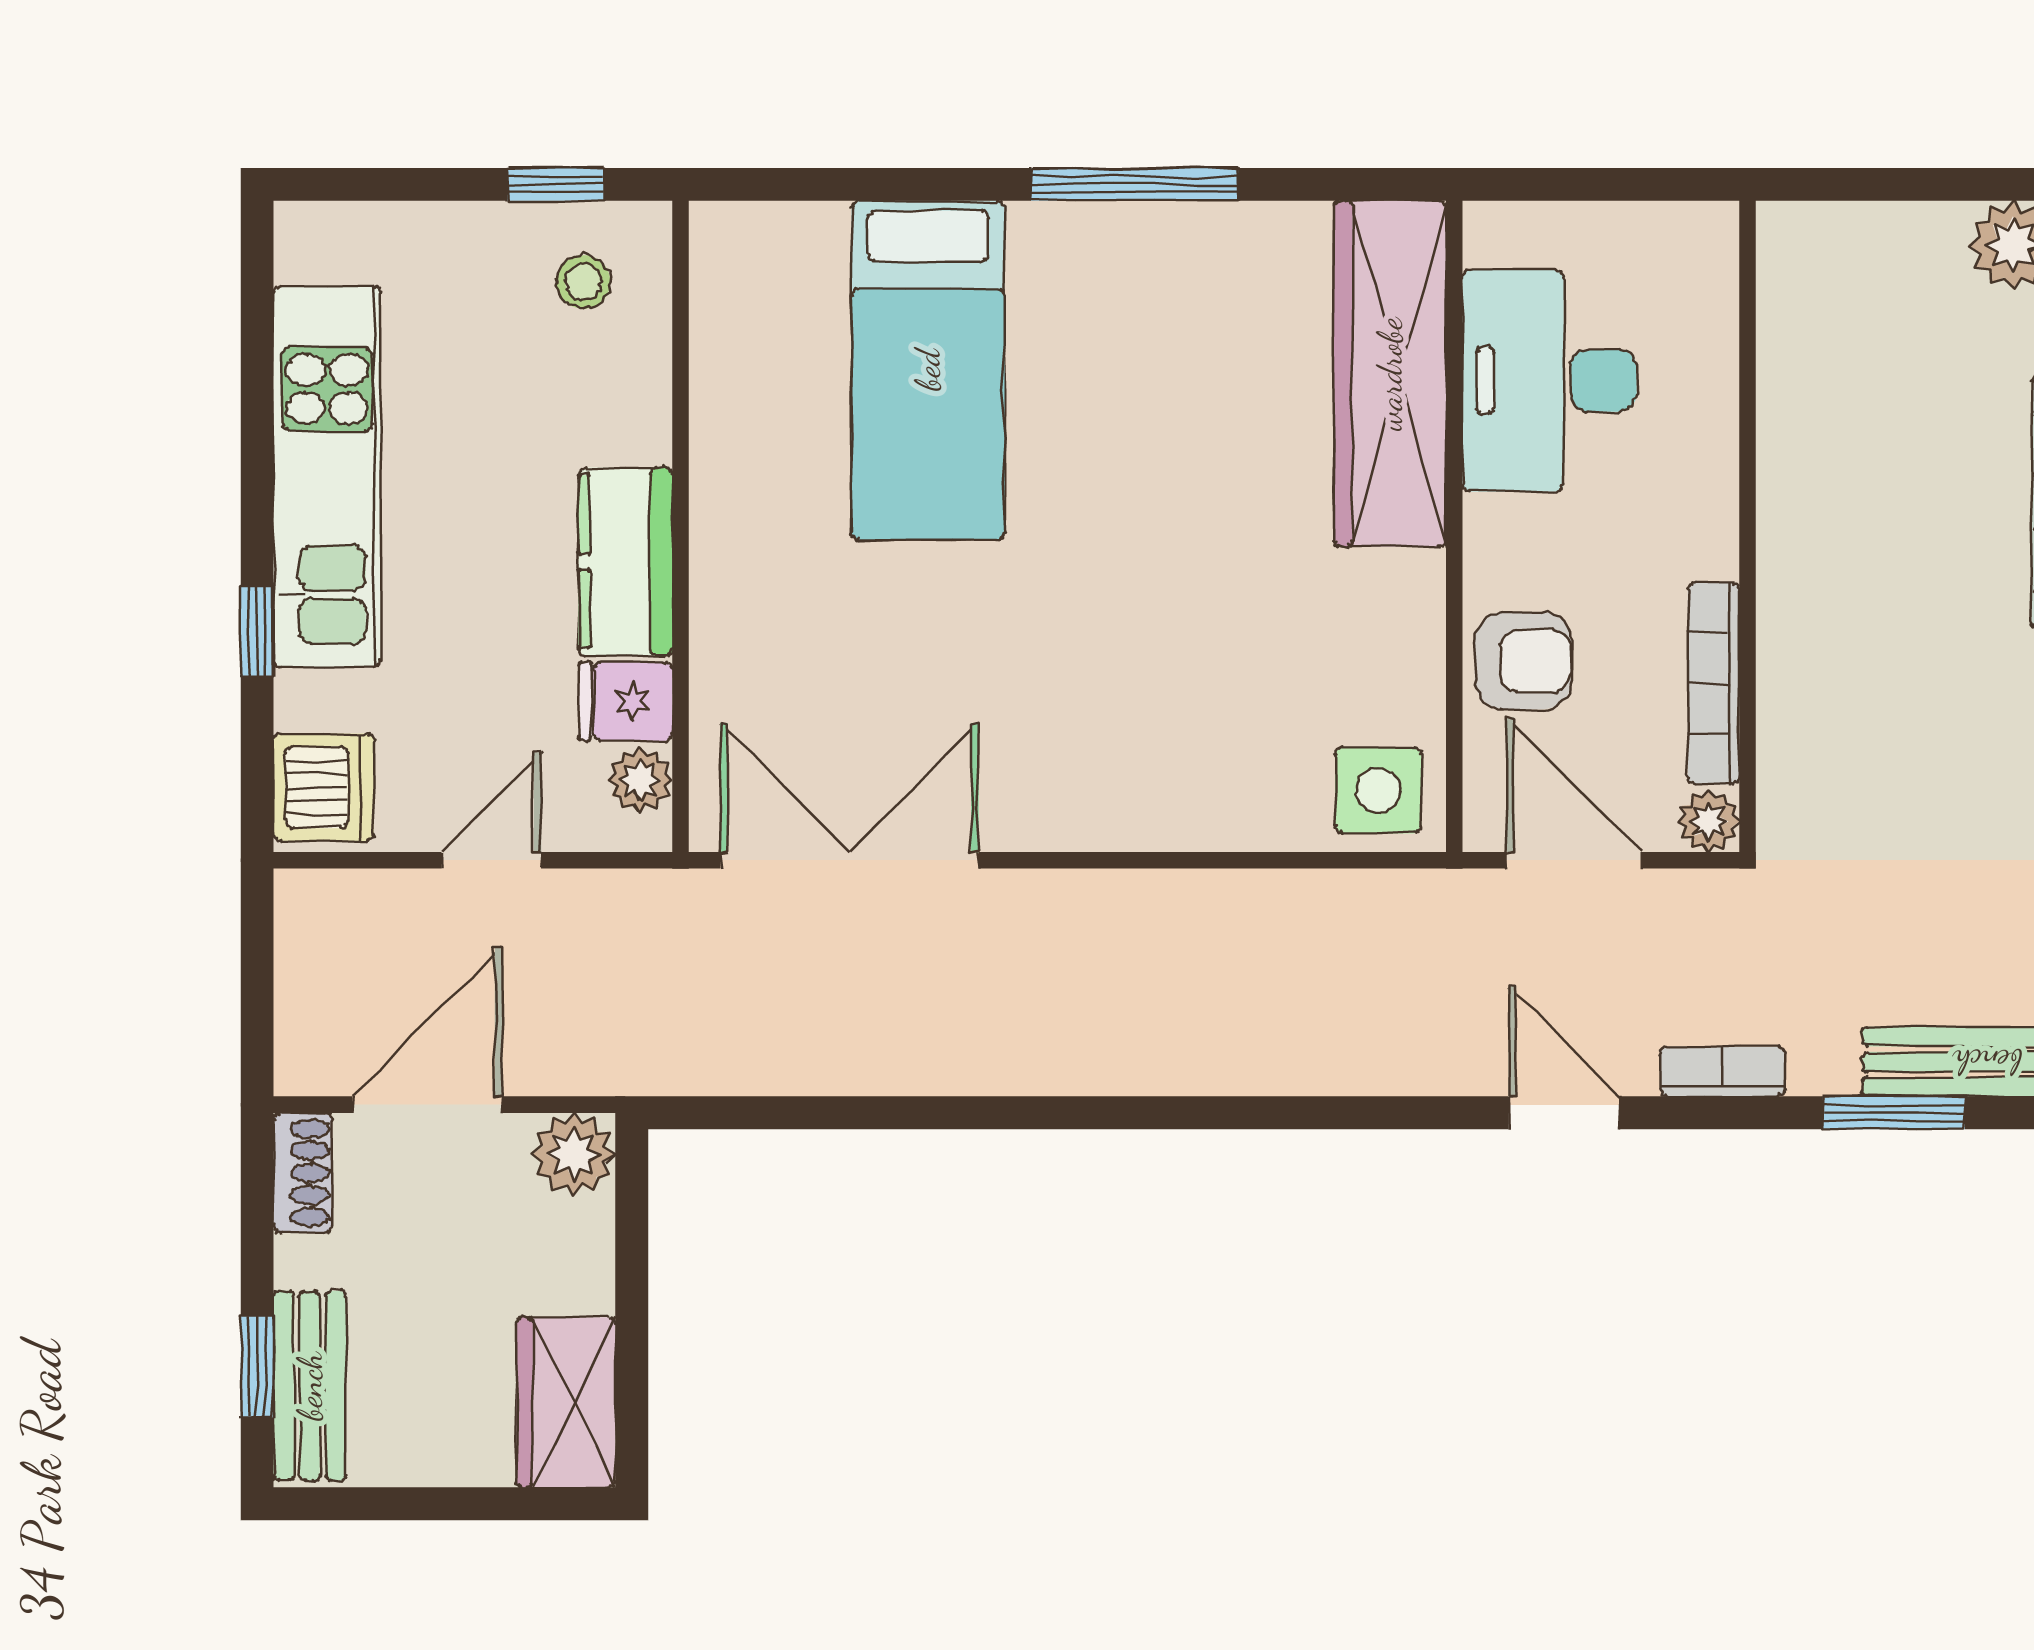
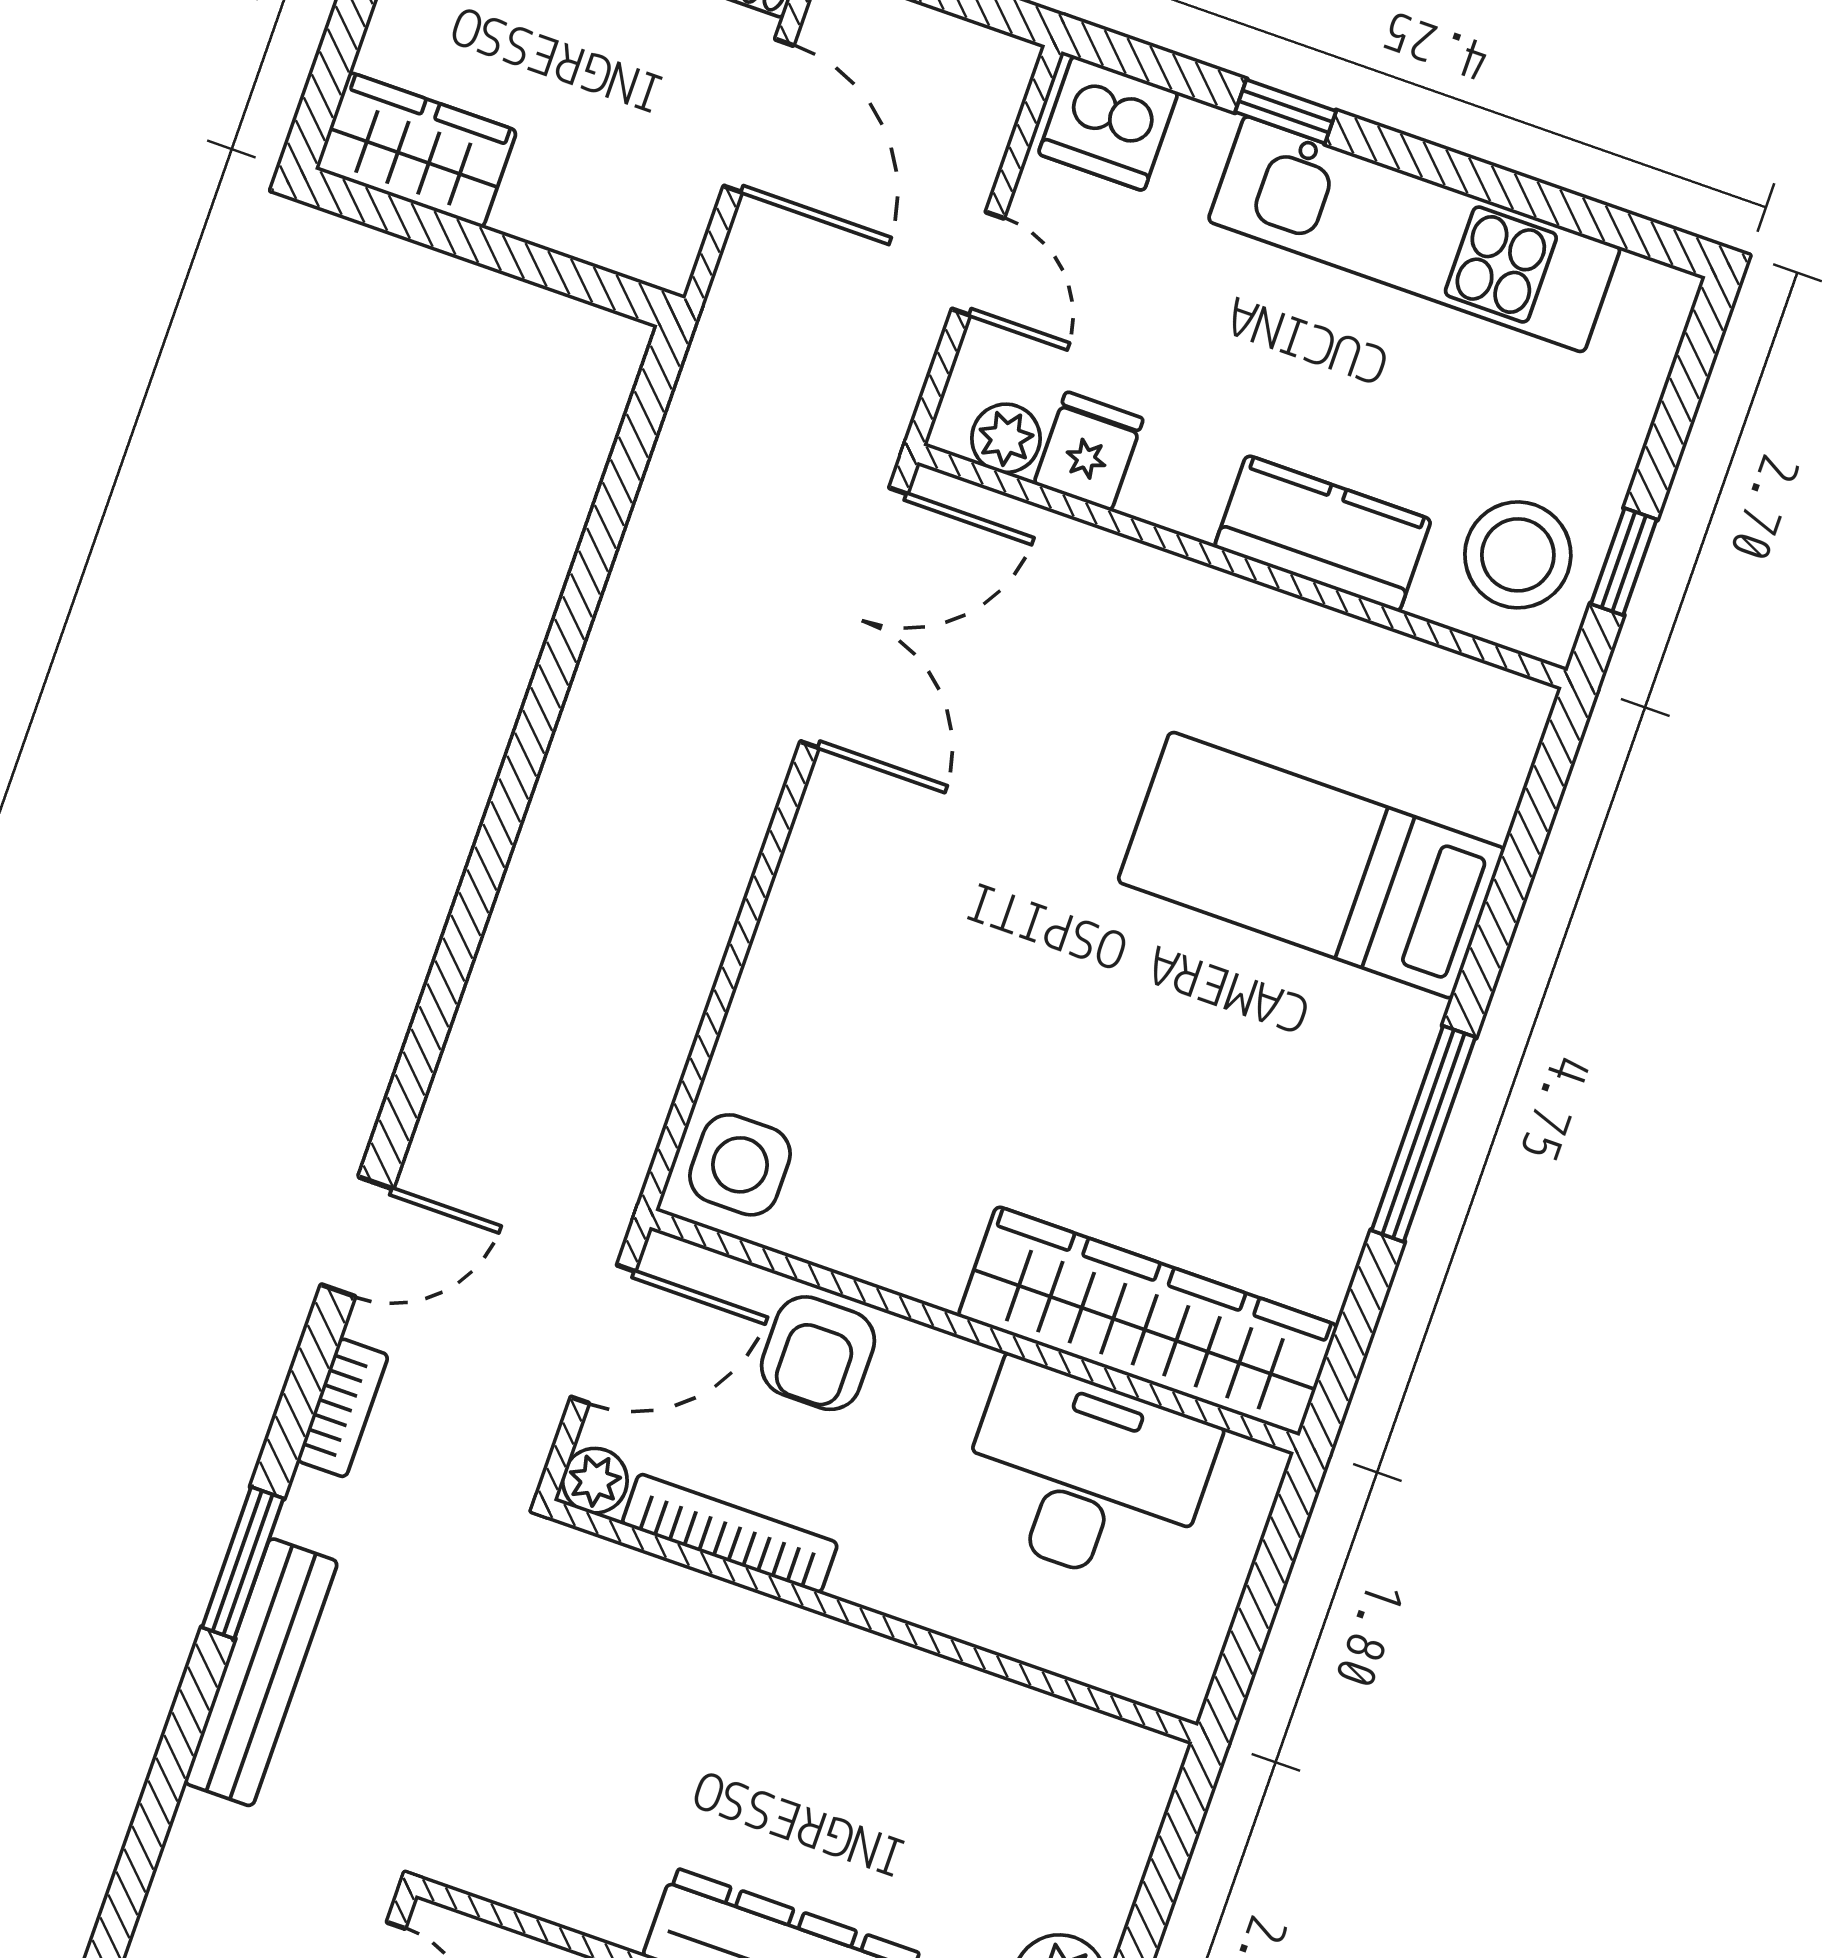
stool: (583, 282) -> (1518, 555), width x1.89, depth x1.89
kitchen counter: (626, 562) -> (1323, 533), moved
plant: (574, 1154) -> (659, 243), removed

